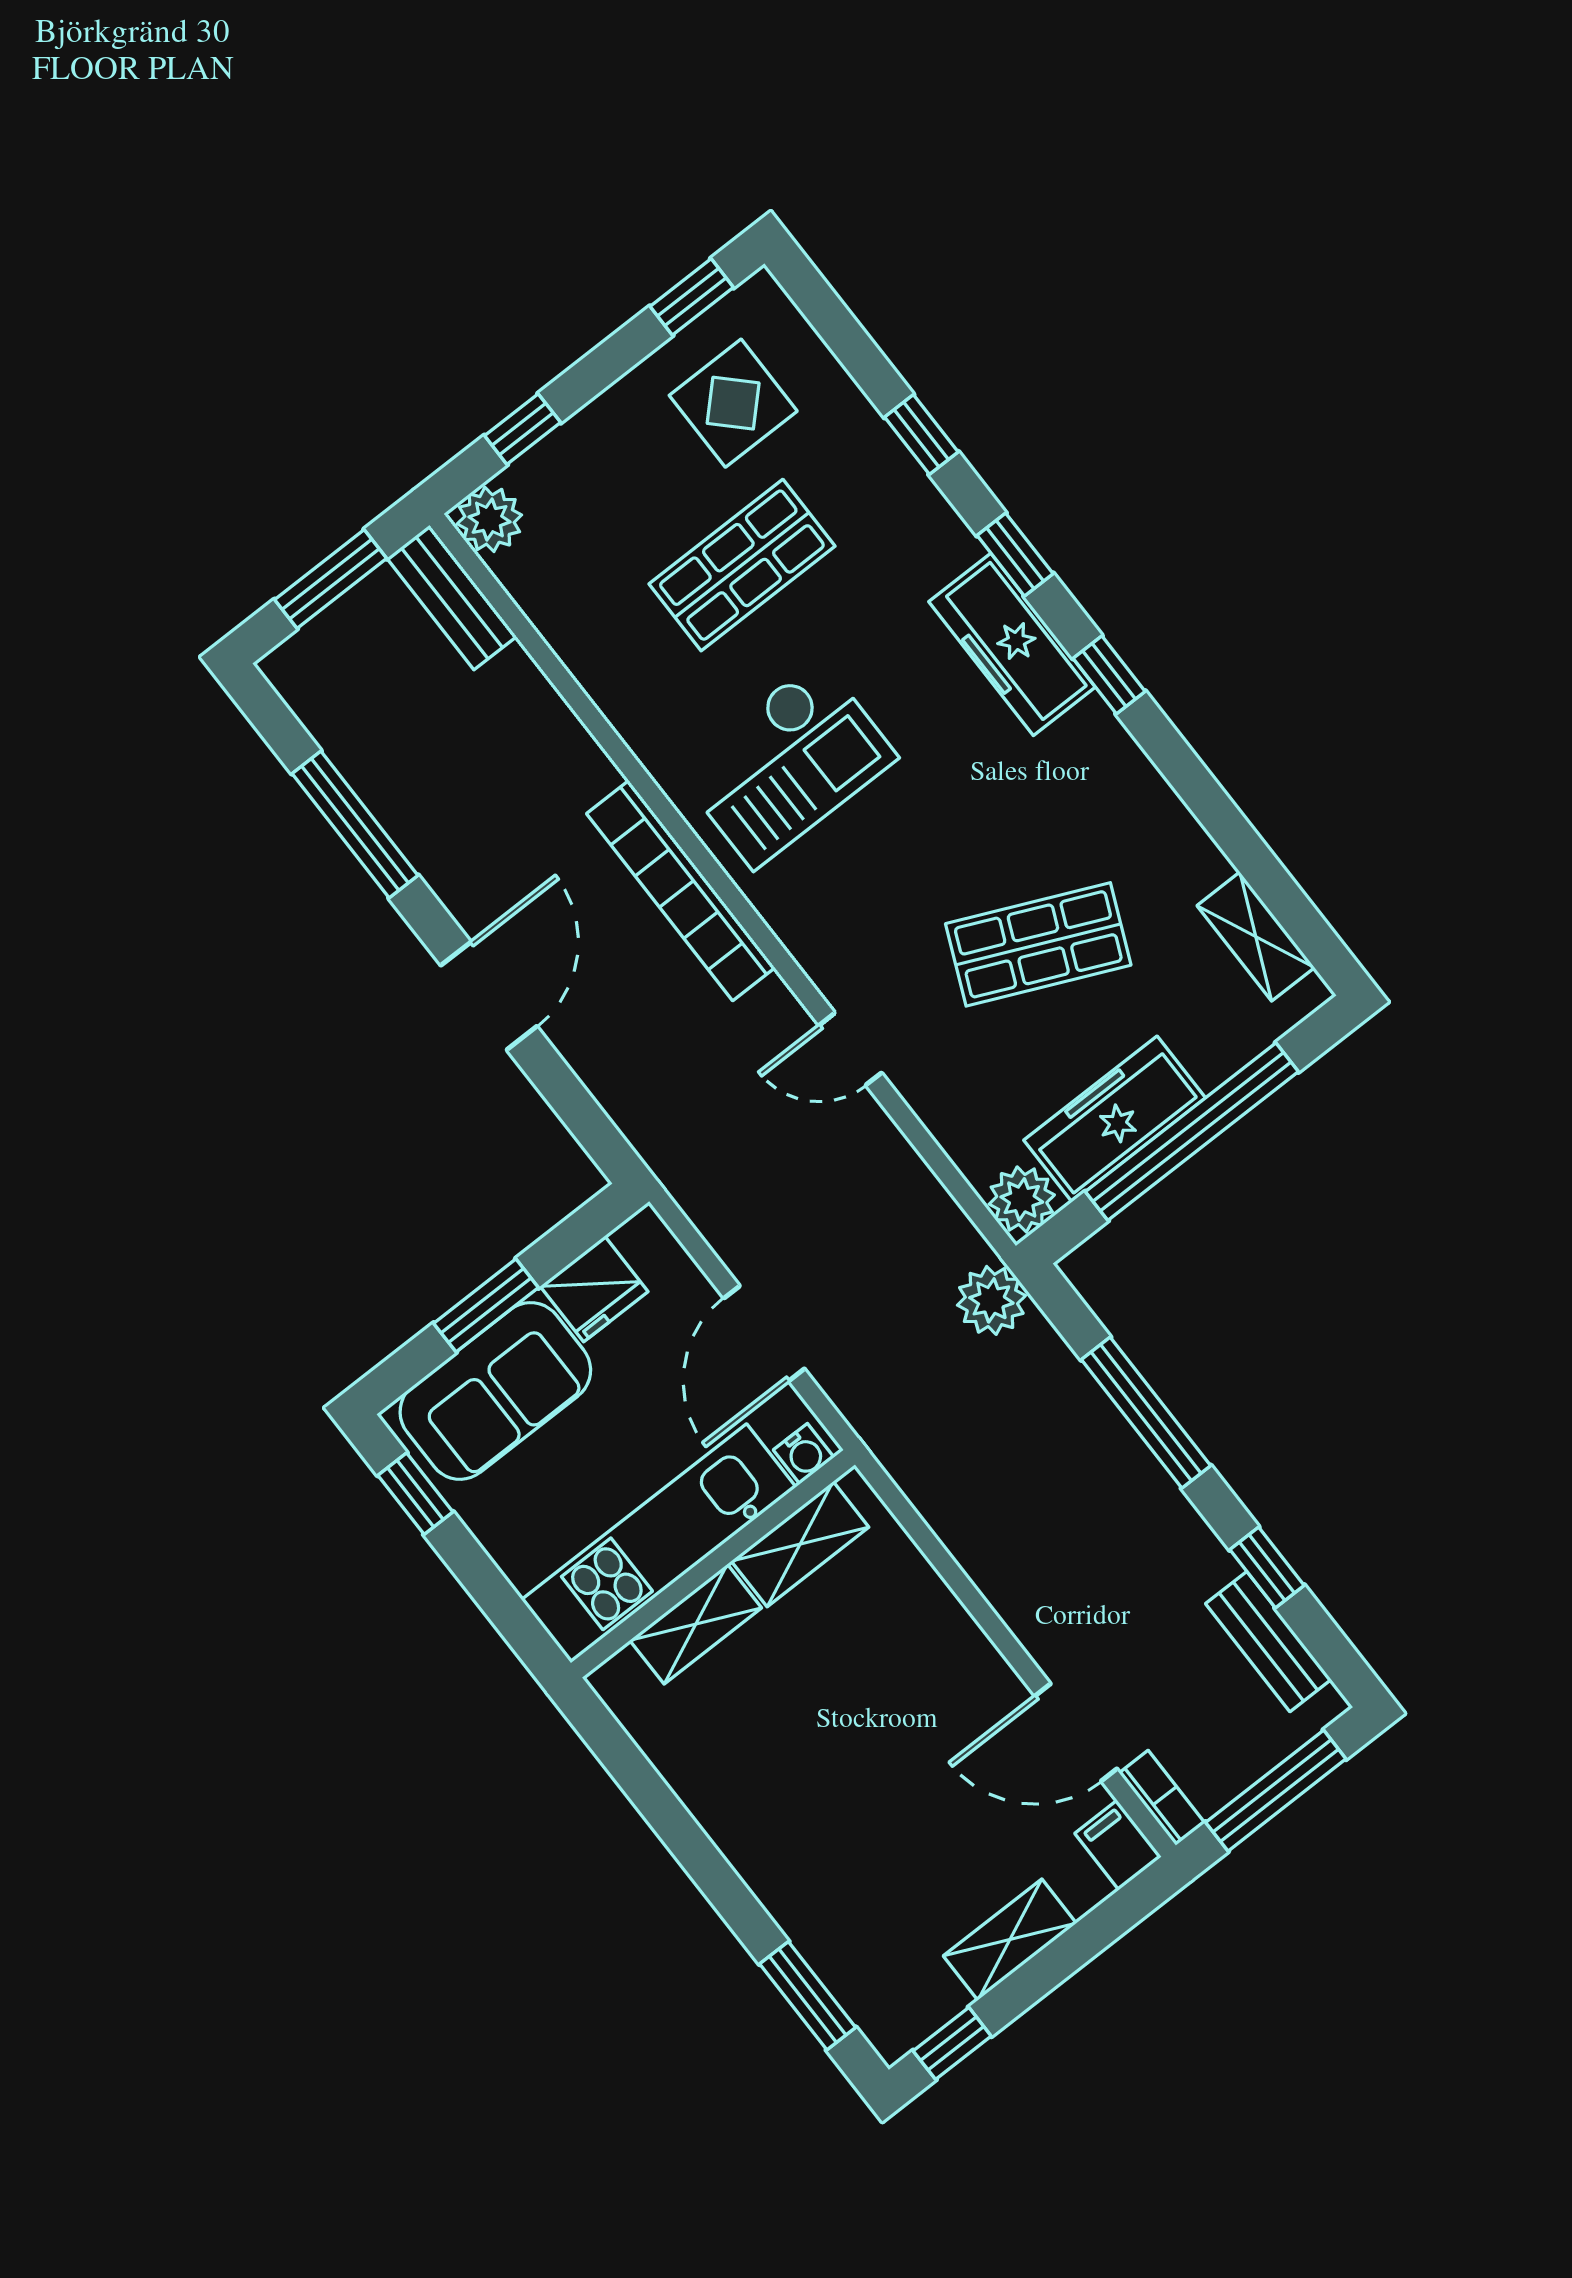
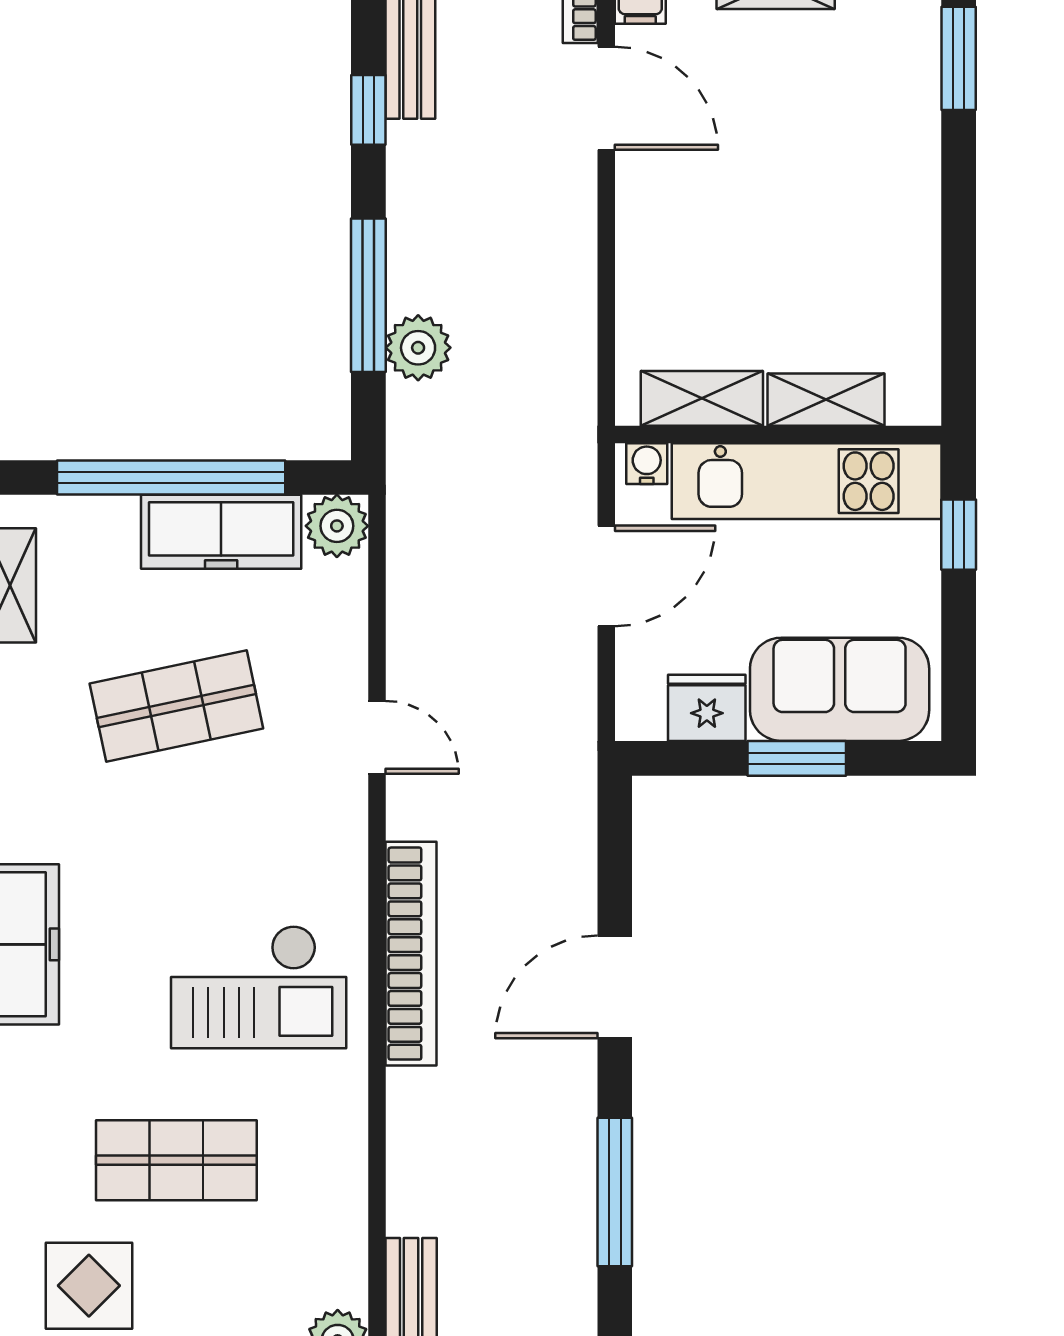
checkout: (786, 764) -> (259, 987), turned 180
shop shelf: (1038, 944) -> (176, 706), turned -36
plant: (991, 1300) -> (418, 348), moved
window: (415, 1494) -> (959, 535), moved

